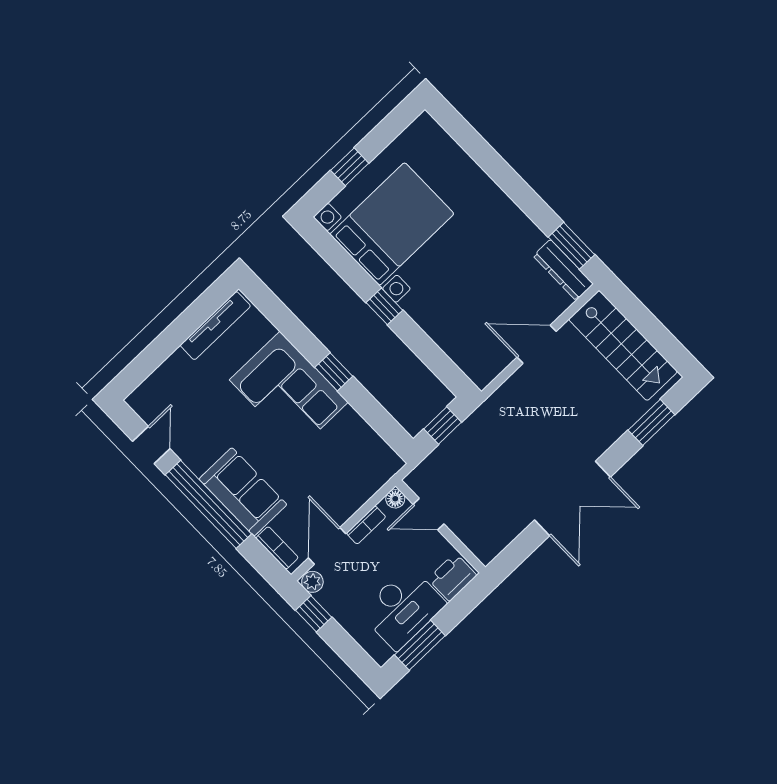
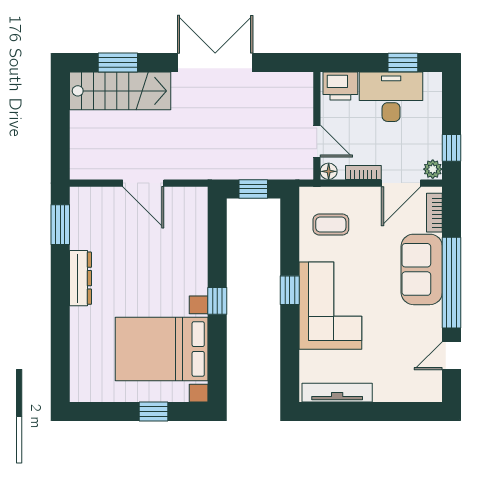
dresser: (563, 270) -> (80, 278), moved
stairs: (623, 345) -> (120, 91), moved, turned 90
coffee table: (352, 457) -> (331, 225), added
window: (420, 645) -> (403, 62), width x0.67

